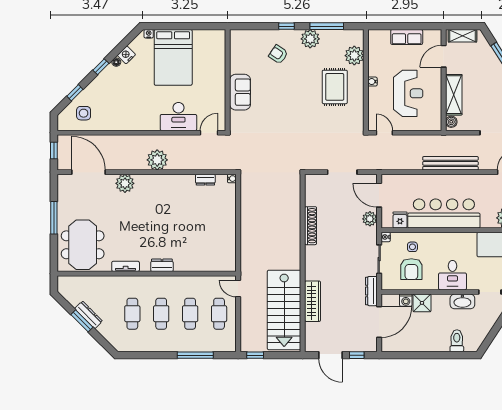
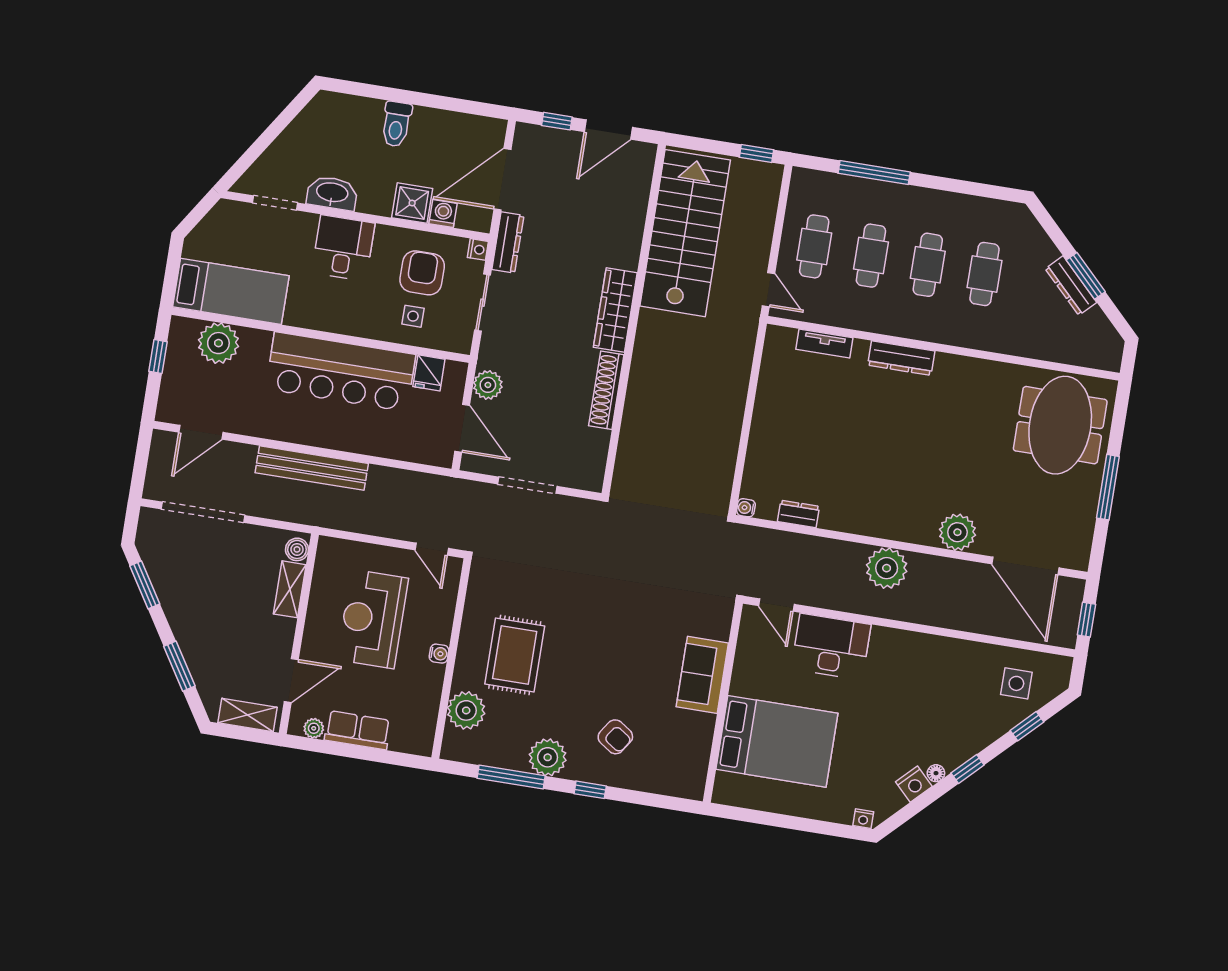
plant: (429, 34) -> (314, 728), added
bed: (173, 57) -> (777, 741), moved, turned 90
shelving: (454, 95) -> (290, 589), width x0.67, depth x0.75
door: (209, 133) -> (776, 605), hinge flipped
nightstand: (386, 237) -> (478, 249), moved
dresser: (162, 265) -> (901, 358), width x1.44
tv unit: (126, 266) -> (824, 343), moved
wardrobe: (313, 301) -> (615, 310), moved
toilet: (457, 341) -> (396, 124), moved
door: (330, 355) -> (608, 129), swing flipped

